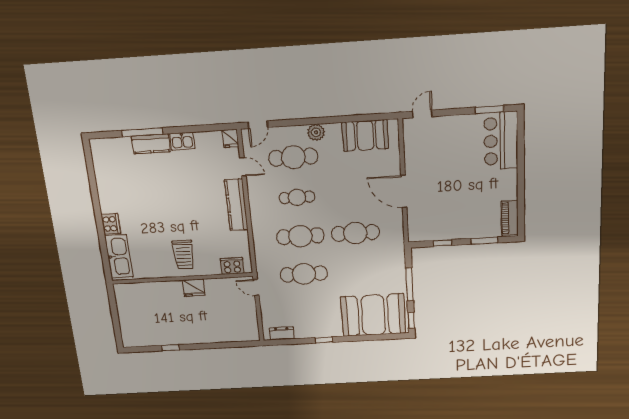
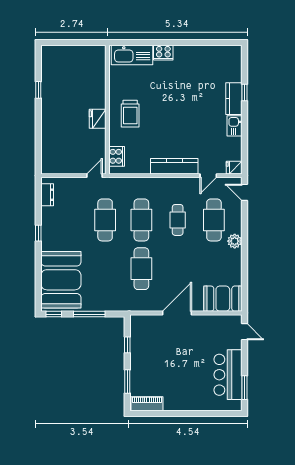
window: (142, 132) -> (244, 93), width x0.46
booth: (365, 135) -> (223, 299), moved, turned 90
bar counter: (501, 141) -> (228, 375), moved, turned -90
trolley: (183, 255) -> (130, 114), turned -90

